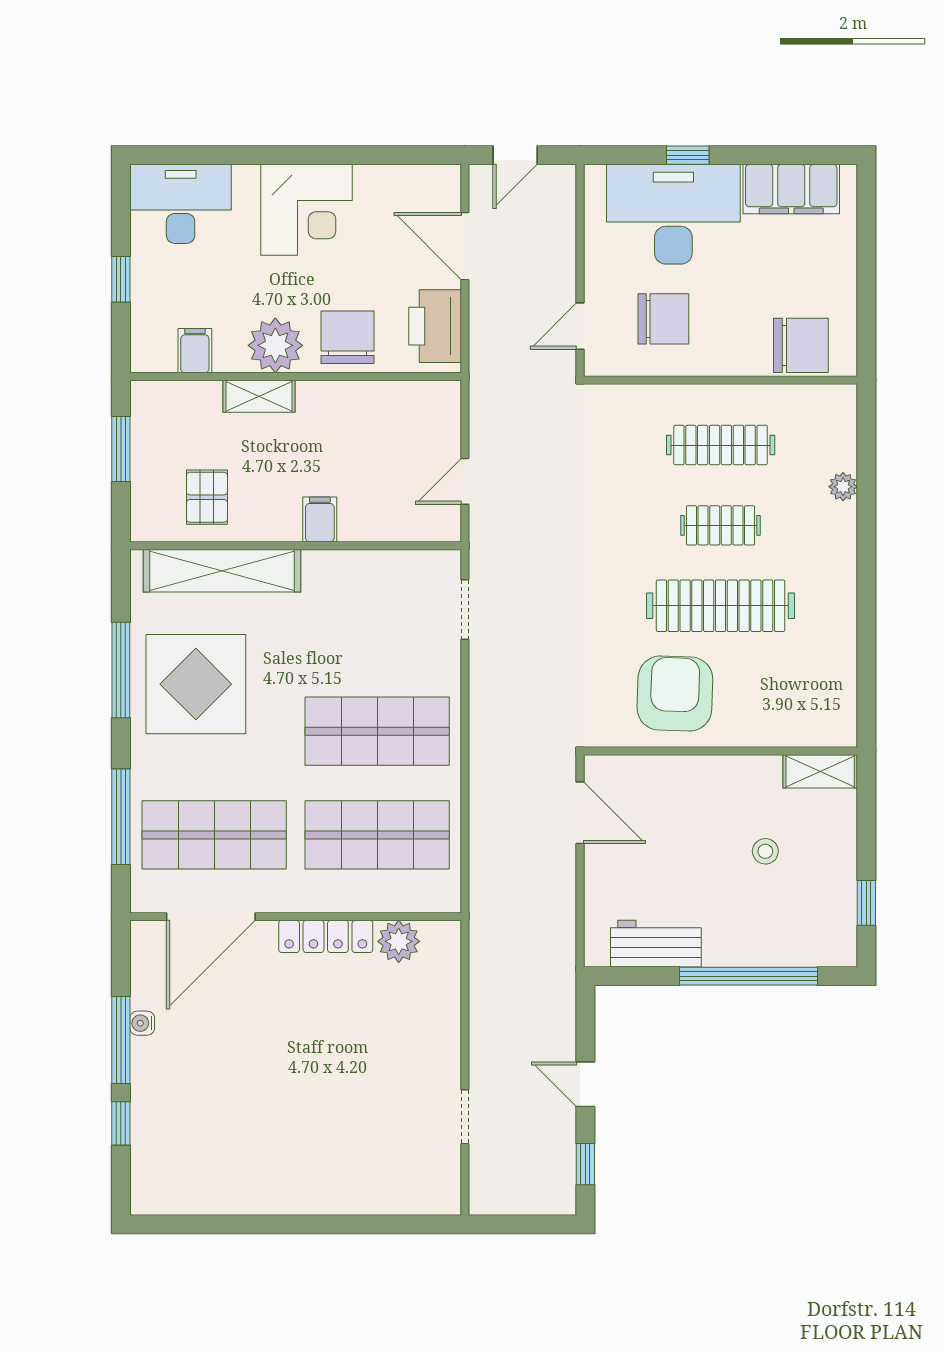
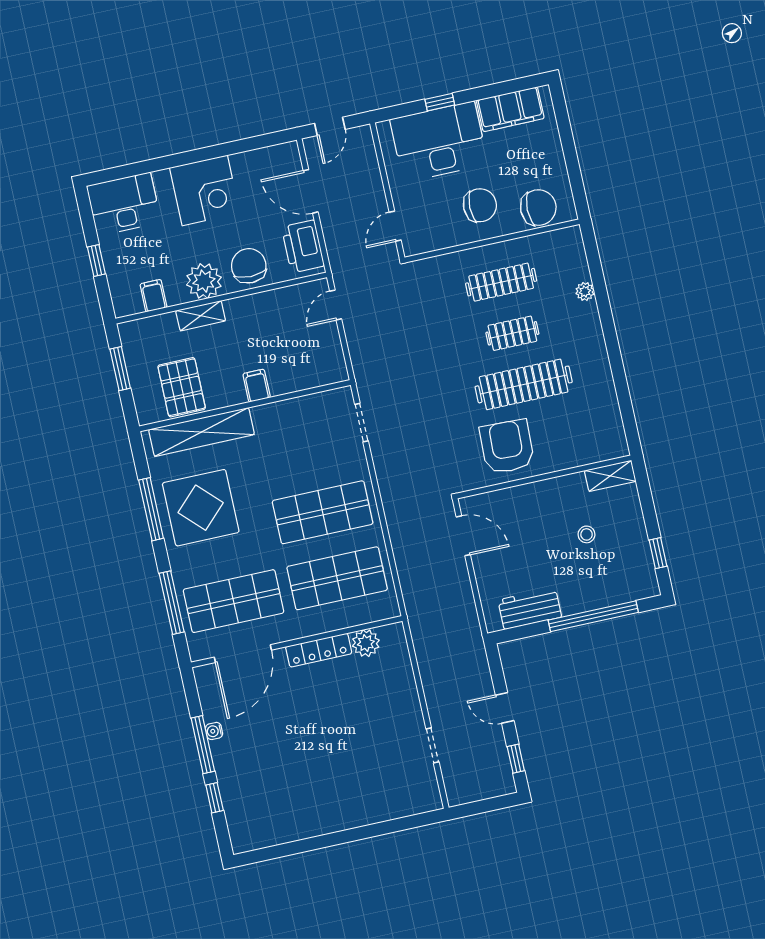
chair: (663, 319) -> (480, 205), moved
door: (465, 481) -> (336, 305), moved
pallet: (207, 497) -> (182, 387), width x1.50, depth x1.42

